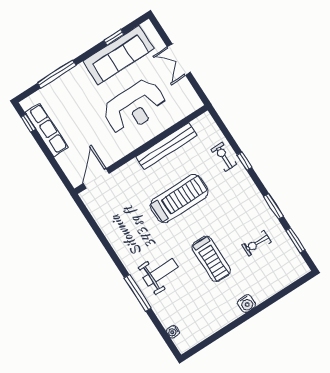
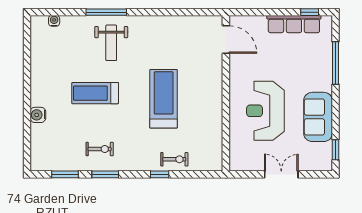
window: (114, 37) -> (336, 150), moved
sofa: (119, 55) -> (318, 117), width x0.73
bench: (166, 146) -> (215, 116), removed
treadmill: (179, 199) -> (164, 99), turned 180
exercise bike: (256, 243) -> (100, 149), moved, turned 90
water cooler: (247, 304) -> (38, 115), moved

